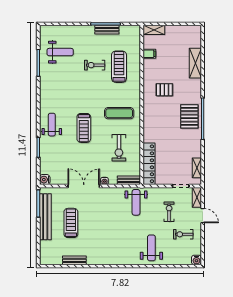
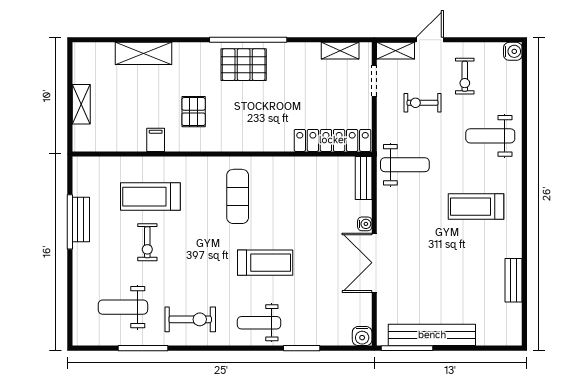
shelving: (154, 30) -> (81, 104), moved
weight bench: (60, 52) -> (123, 307), turned -90
filing cabinet: (149, 54) -> (156, 140), moved
exercise bike: (119, 148) -> (190, 319), moved
treadmill: (71, 223) -> (476, 207), moved

